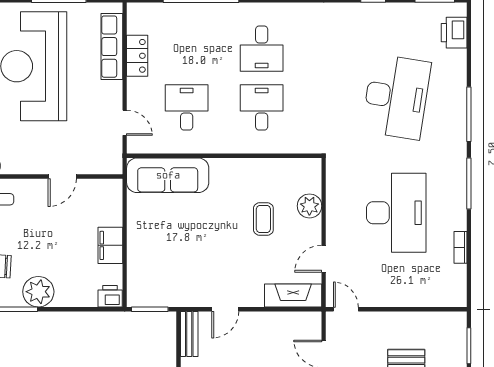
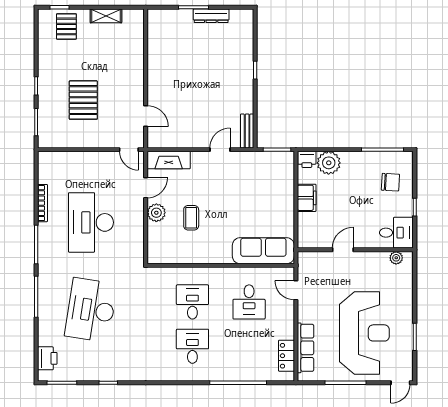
locker: (137, 56) -> (286, 356), moved
desk: (262, 107) -> (192, 302), turned 180
plant: (309, 206) -> (156, 213), moved
bookcase: (460, 247) -> (43, 203), width x1.56
plant: (38, 292) -> (329, 163), moved

